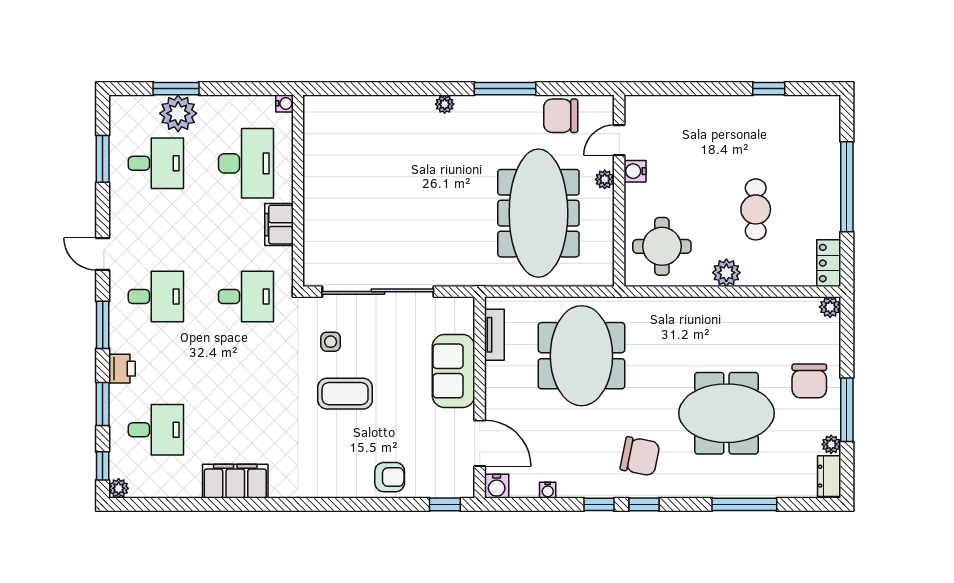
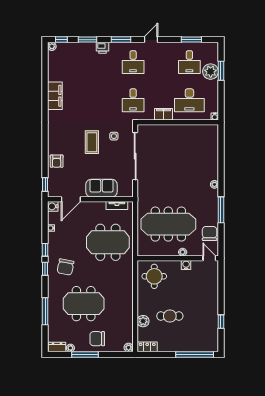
door: (619, 140) -> (209, 258), moved
window: (847, 187) -> (195, 355), moved
plant: (726, 273) -> (143, 321), moved
meeting table: (726, 413) -> (84, 304), turned 90
desk: (156, 430) -> (77, 62), removed

